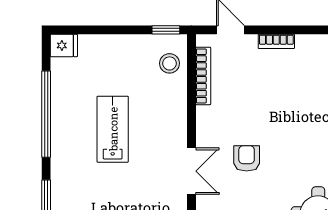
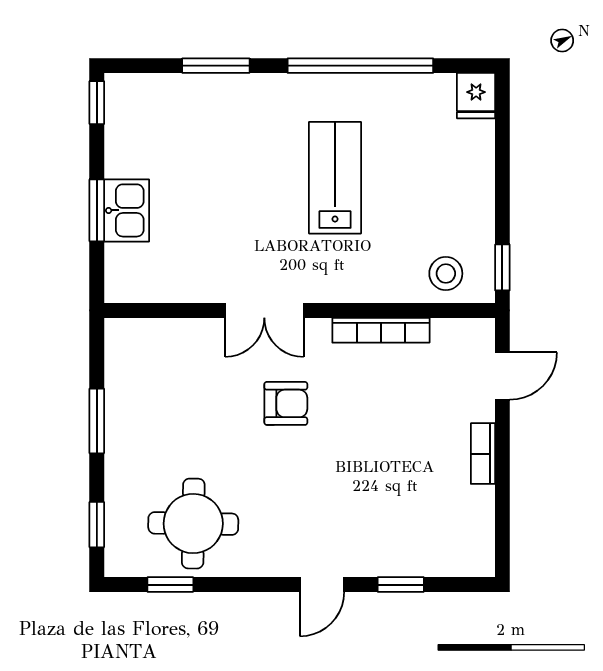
bookcase: (203, 76) -> (381, 330), moved
lab bench: (113, 129) -> (335, 178), turned -90

